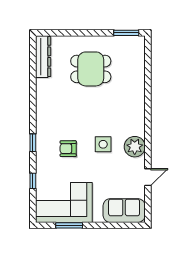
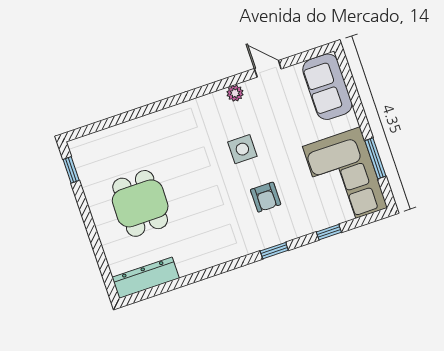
window: (126, 33) -> (71, 170), width x0.67
plant: (135, 147) -> (235, 93), width x0.53, depth x0.53

